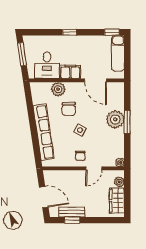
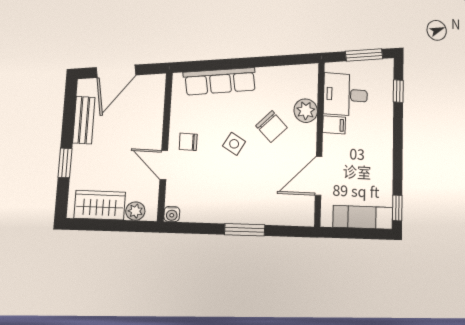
window: (70, 32) -> (398, 91), moved
filing cabinet: (70, 72) -> (334, 125), width x0.50
chair: (69, 109) -> (272, 127), turned -135
plant: (115, 119) -> (250, 208), removed
row of seats: (44, 132) -> (220, 81), width x0.73
window: (72, 220) -> (65, 163), moved

